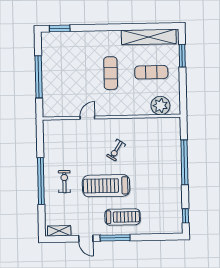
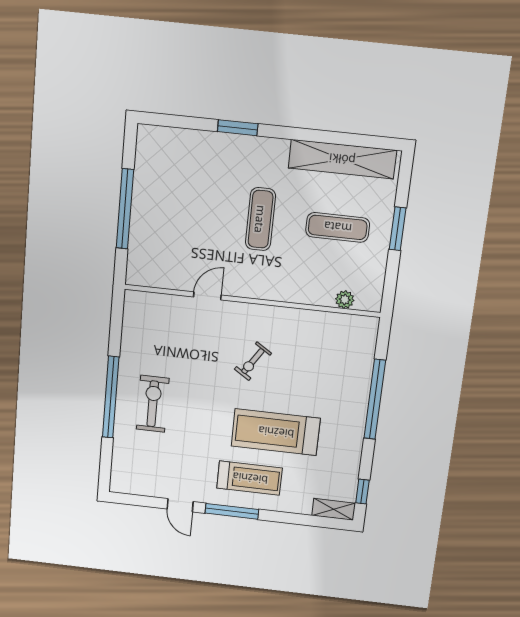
window: (60, 28) -> (238, 128), moved
window: (182, 56) -> (398, 229), moved
plant: (160, 106) -> (345, 300), width x0.53, depth x0.53
exercise bike: (64, 182) -> (153, 404), width x1.38, depth x1.39
treadmill: (106, 186) -> (276, 432), moved
shelving: (59, 231) -> (334, 509), moved

